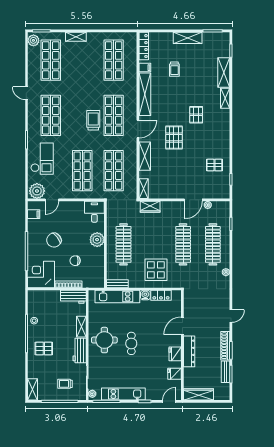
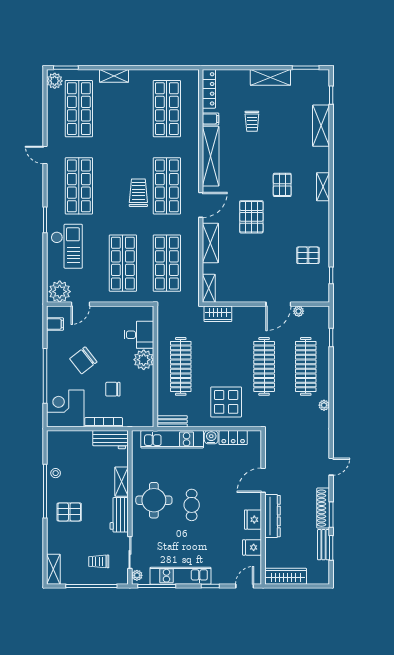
shelving: (225, 98) -> (323, 187), moved
desk: (94, 212) -> (139, 335), moved, turned 90

